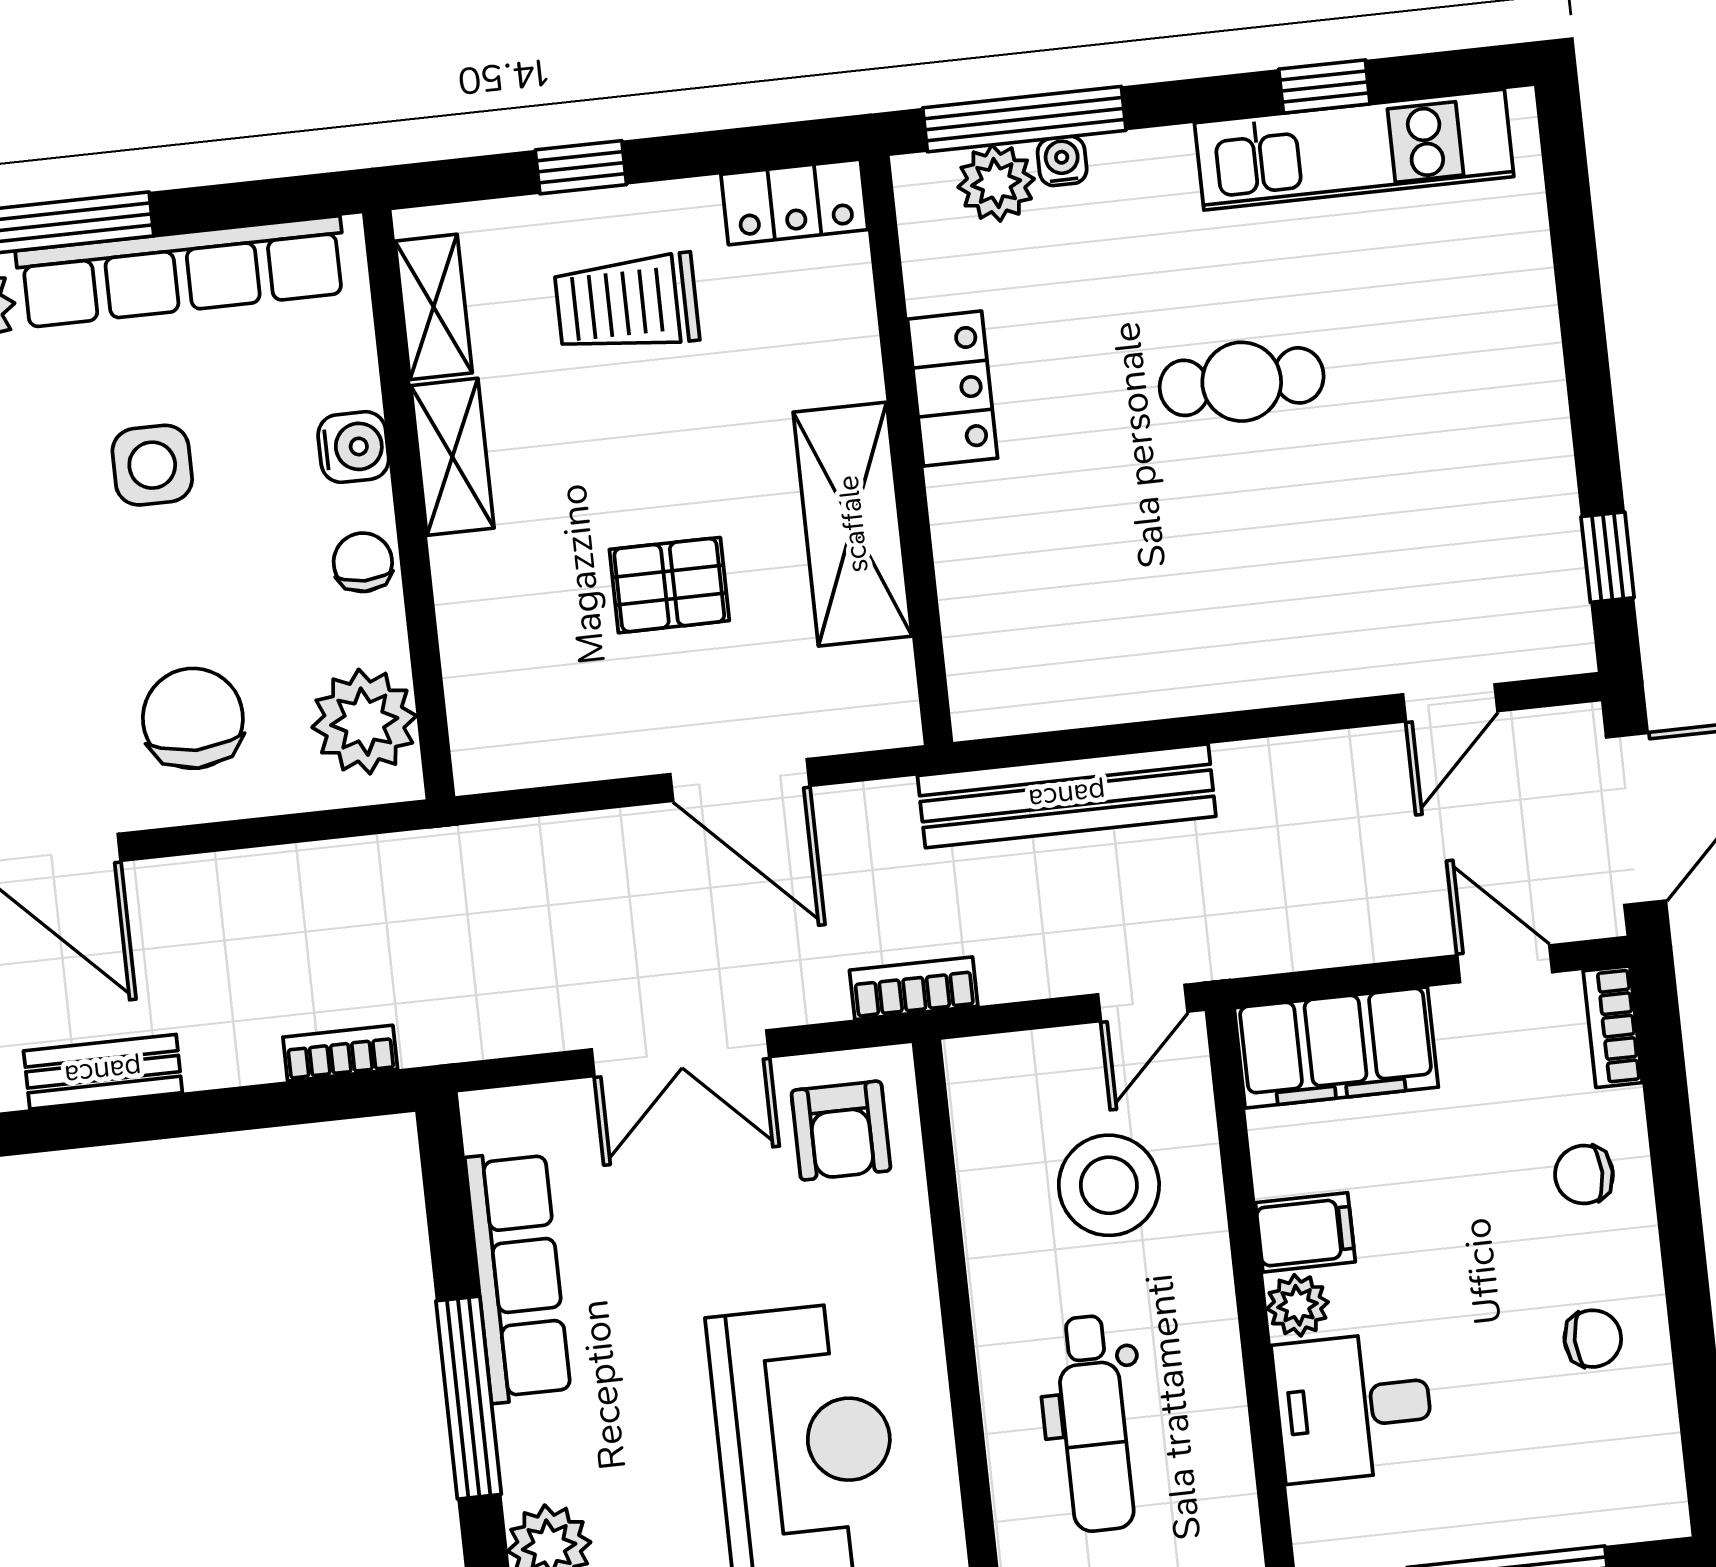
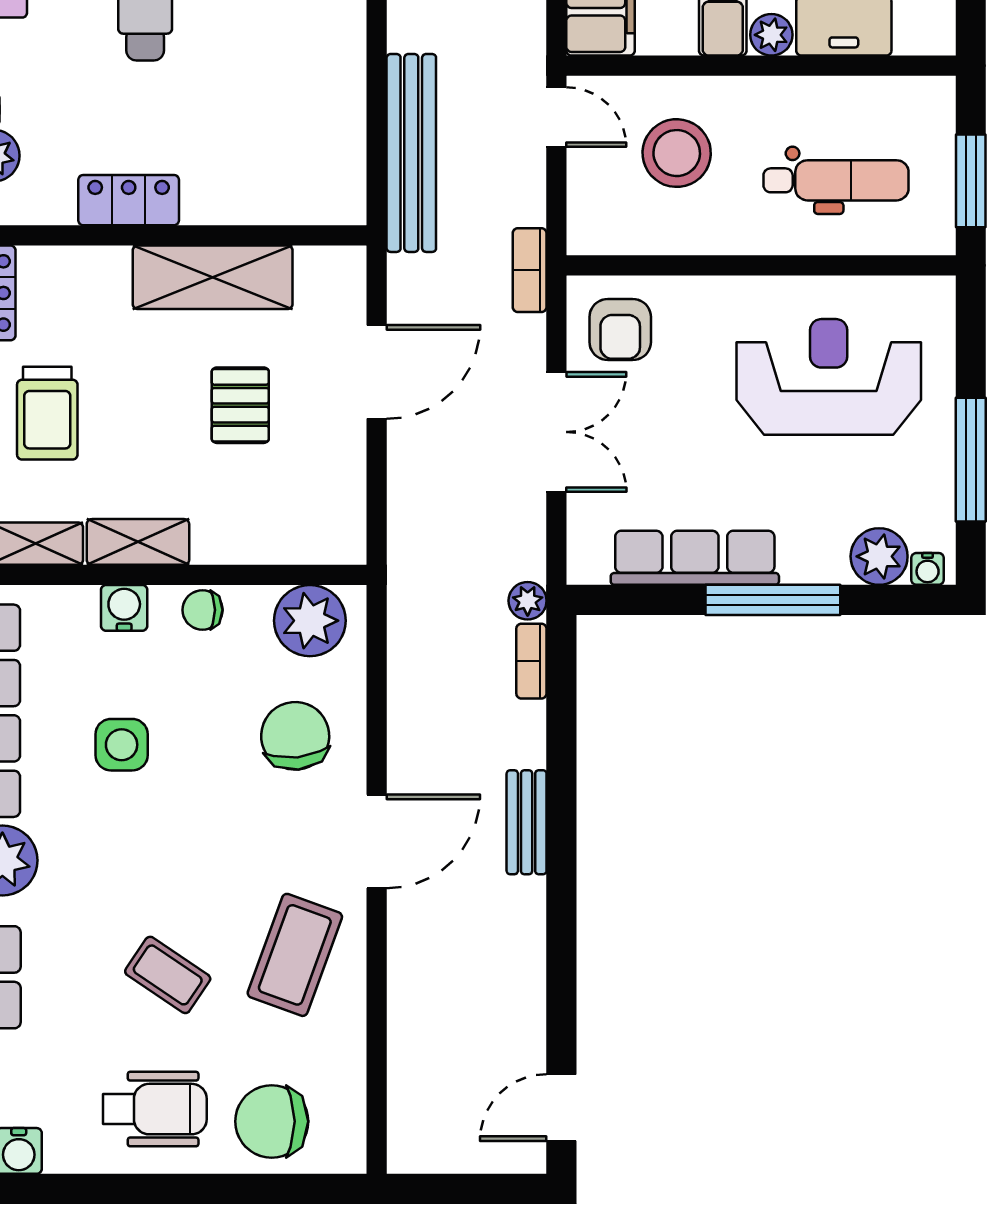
chair: (193, 718) -> (295, 736), turned 84
plant: (428, 1038) -> (528, 601), added
armchair: (841, 1131) -> (620, 330), turned 90

